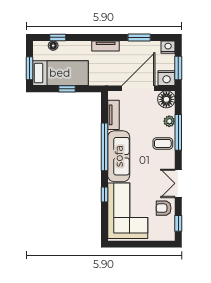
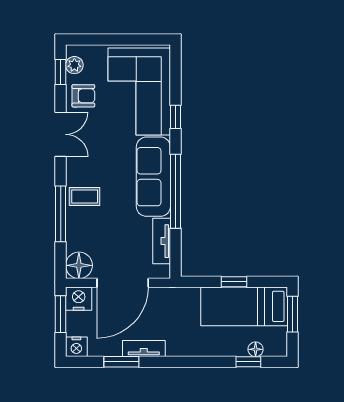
tv unit: (106, 46) -> (144, 349), moved
plant: (169, 121) -> (74, 65), moved

